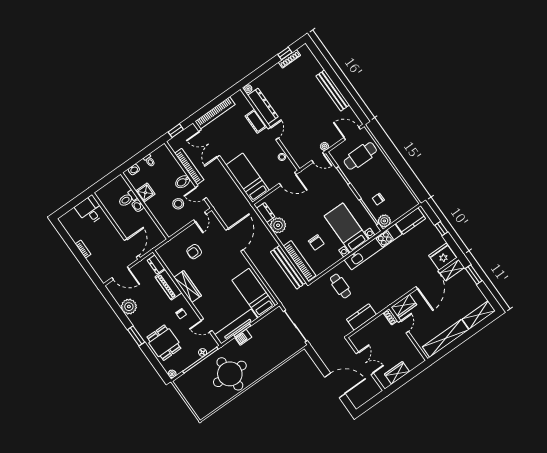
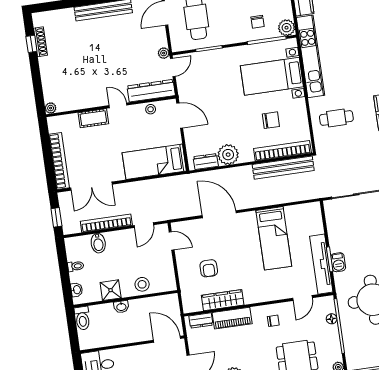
dresser: (263, 106) -> (151, 91), moved
door: (288, 179) -> (180, 116), hinge flipped
bidet: (183, 182) -> (98, 243), moved
toilet: (128, 199) -> (82, 318), moved
stool: (178, 204) -> (142, 284), moved
wardrobe: (188, 287) -> (223, 300), moved
bed: (254, 293) -> (274, 238), moved, turned -90

